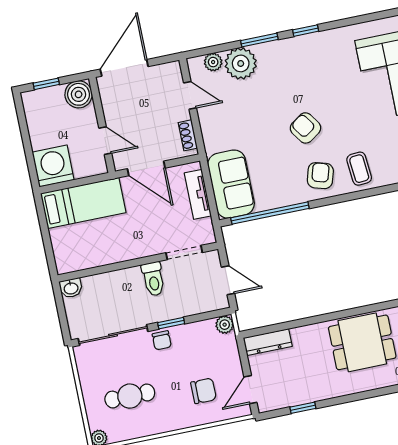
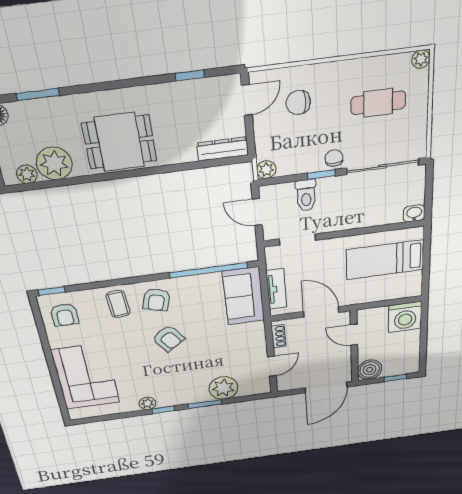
plant: (213, 62) -> (147, 403), moved
door: (190, 95) -> (272, 366), swing flipped
bed: (83, 203) -> (385, 260), moved
toilet: (153, 279) -> (306, 195), moved, turned 180

